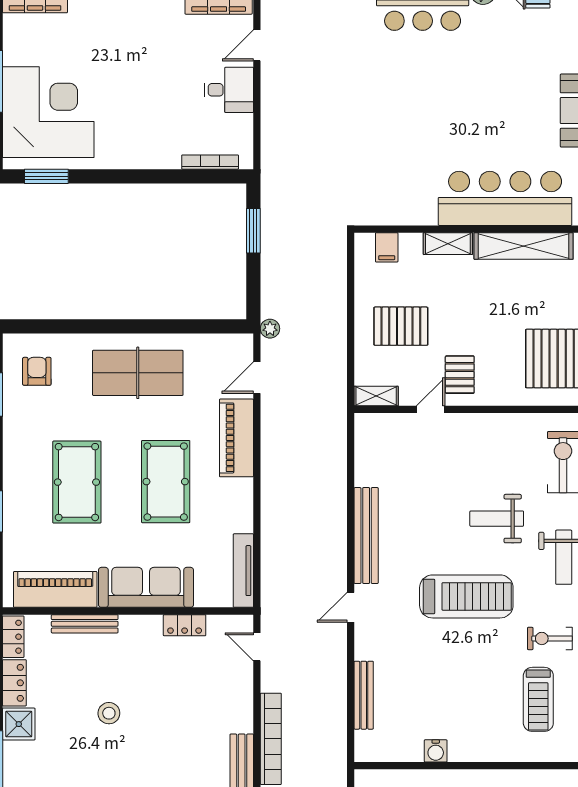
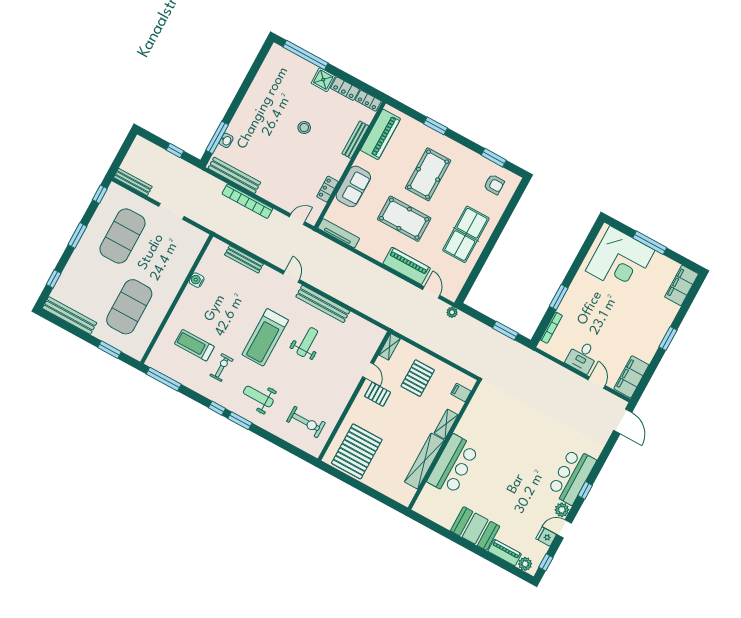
window: (46, 176) -> (559, 297), moved
bar counter: (505, 198) -> (453, 465), width x0.73
pool table: (77, 482) -> (428, 174), turned 90
weight bench: (497, 519) -> (307, 342), moved
sofa: (146, 587) -> (353, 186), width x0.73

